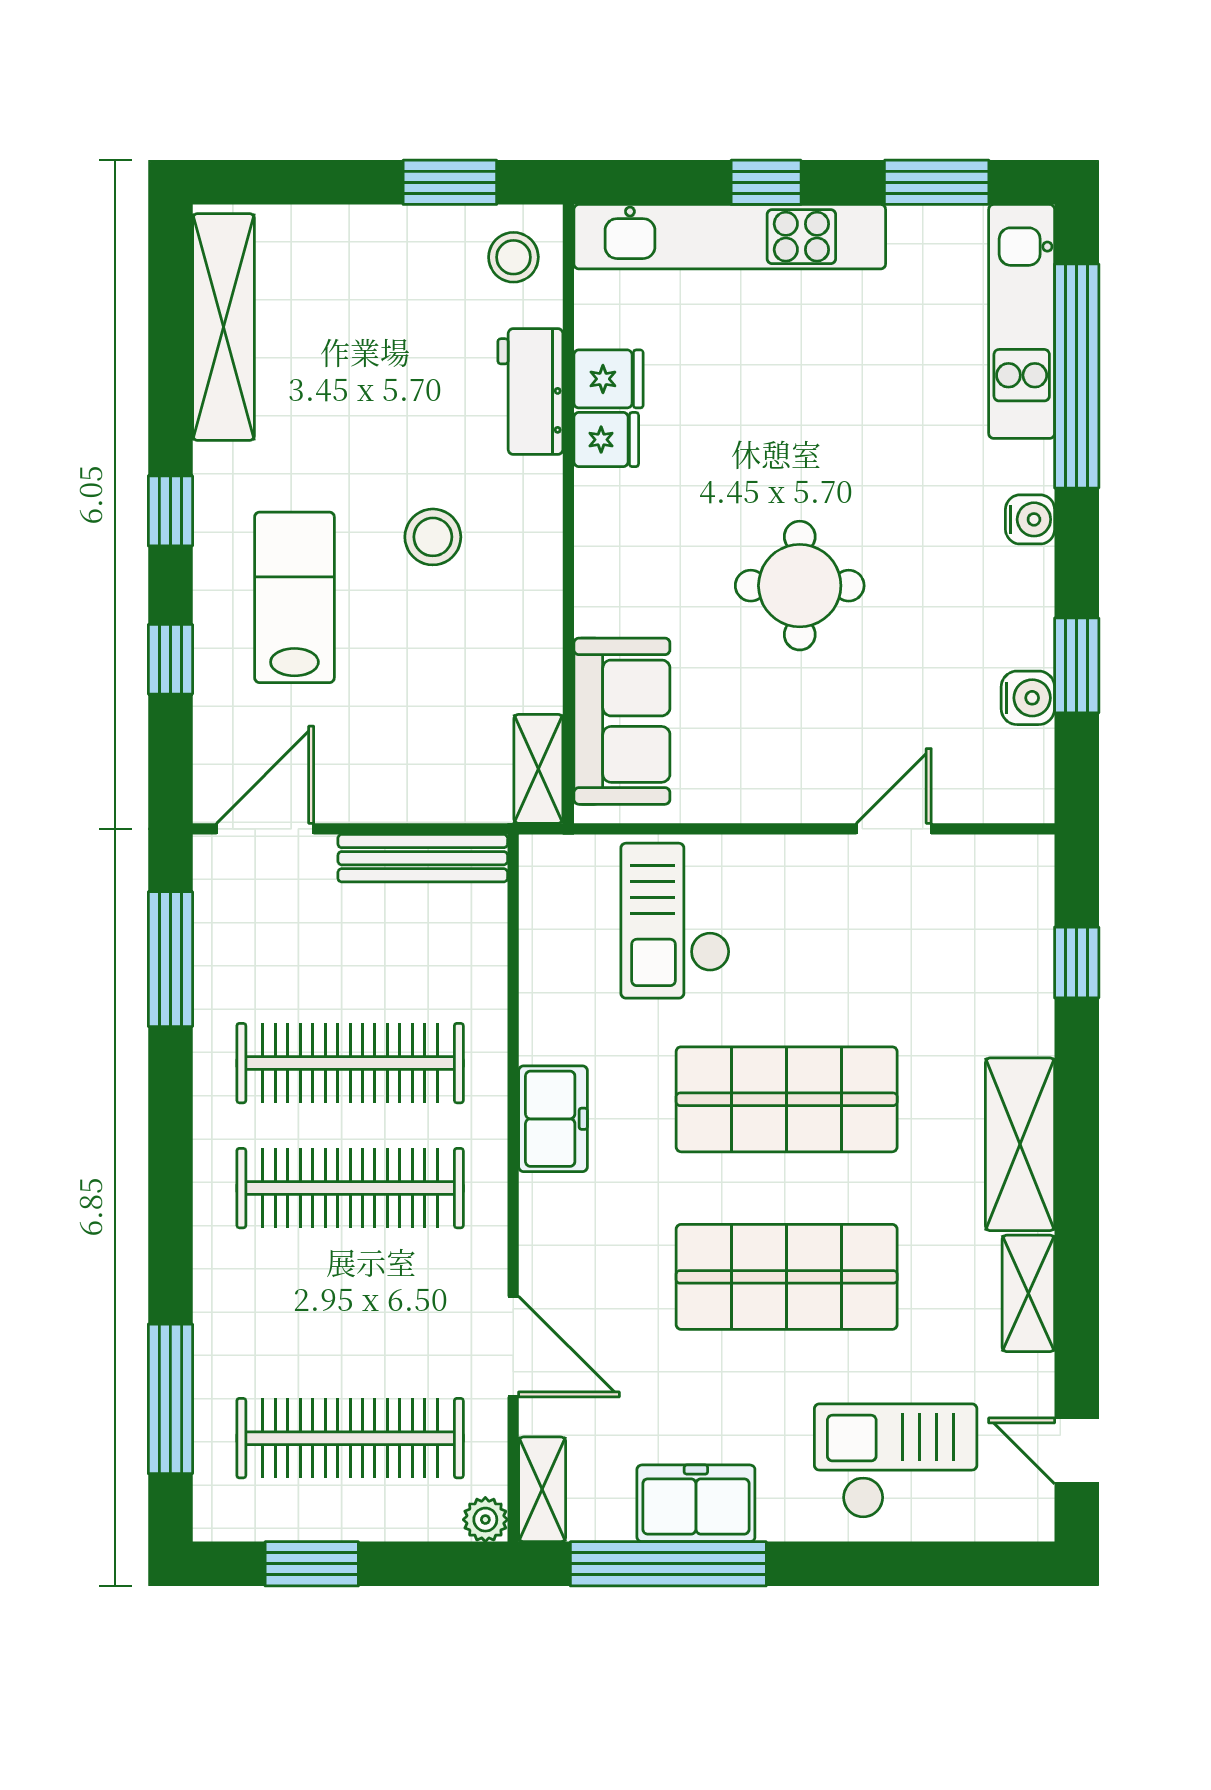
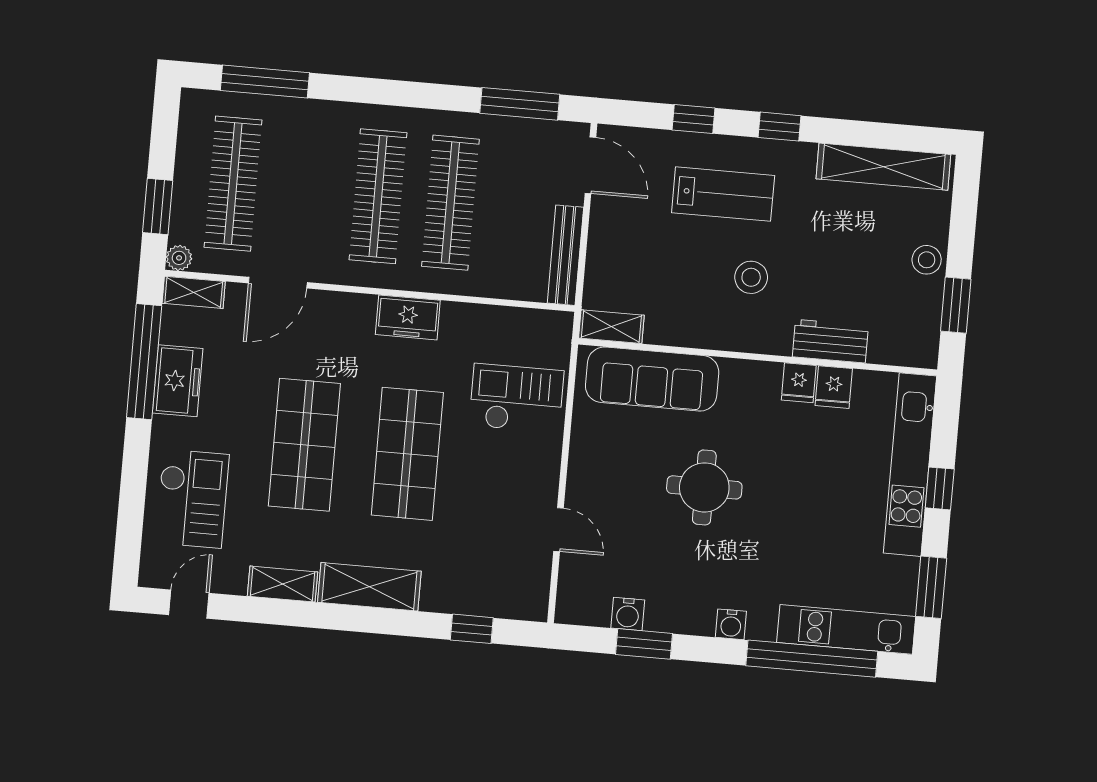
stool: (513, 257) -> (927, 260), moved
sofa: (622, 721) -> (652, 379), width x1.36
window: (312, 1564) -> (158, 206), moved

